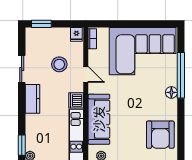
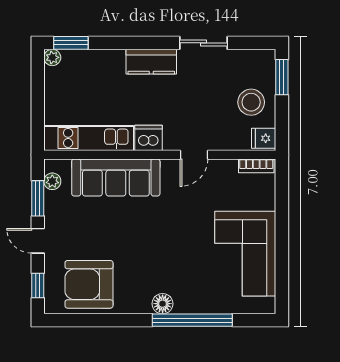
corner sofa: (143, 51) -> (245, 254), width x0.73, depth x0.74
stool: (59, 64) -> (251, 102), moved

